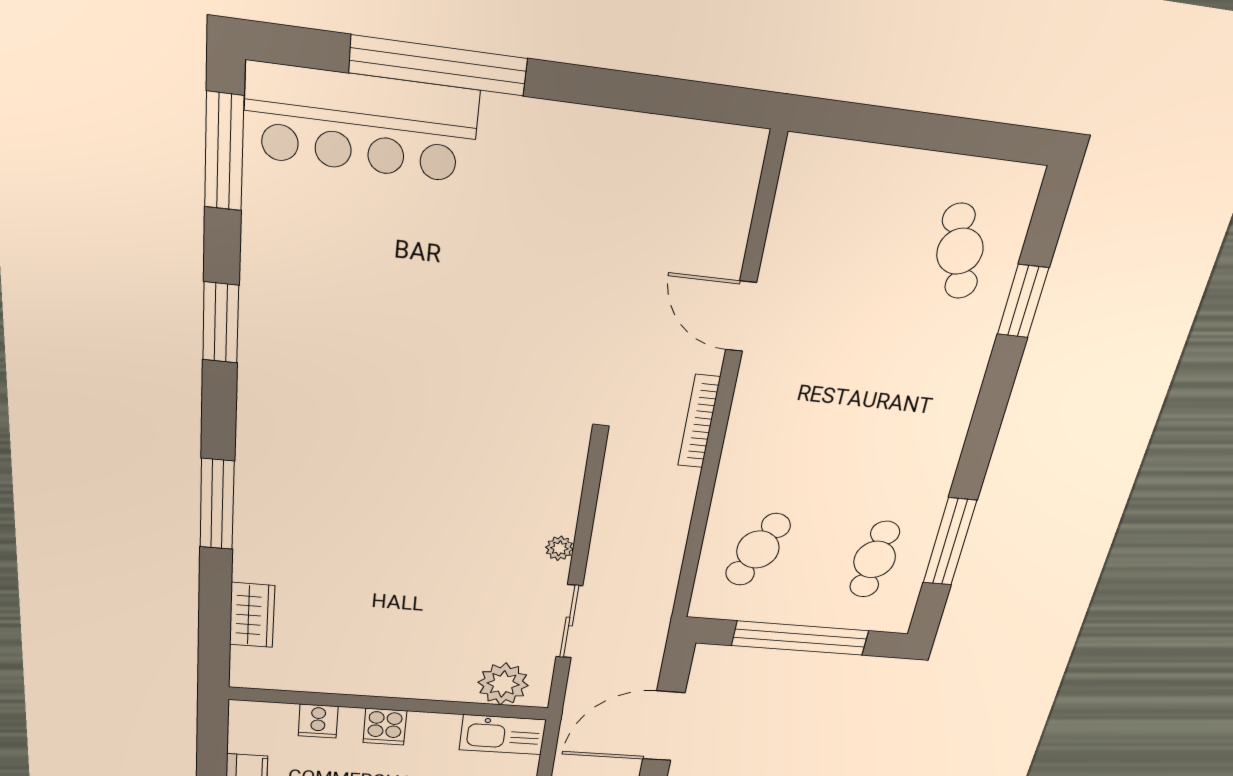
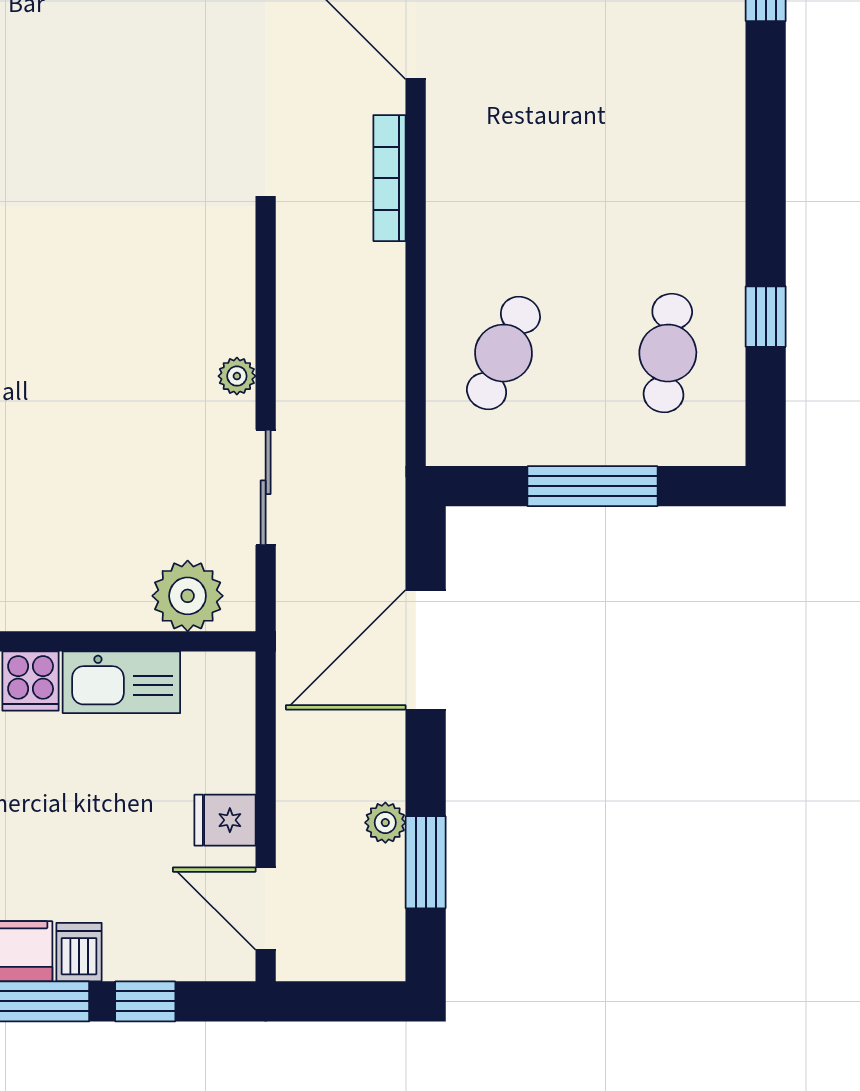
window: (950, 542) -> (766, 317), width x0.46
window: (800, 638) -> (593, 486), width x0.68
kitchen sink: (503, 735) -> (121, 682), moved

